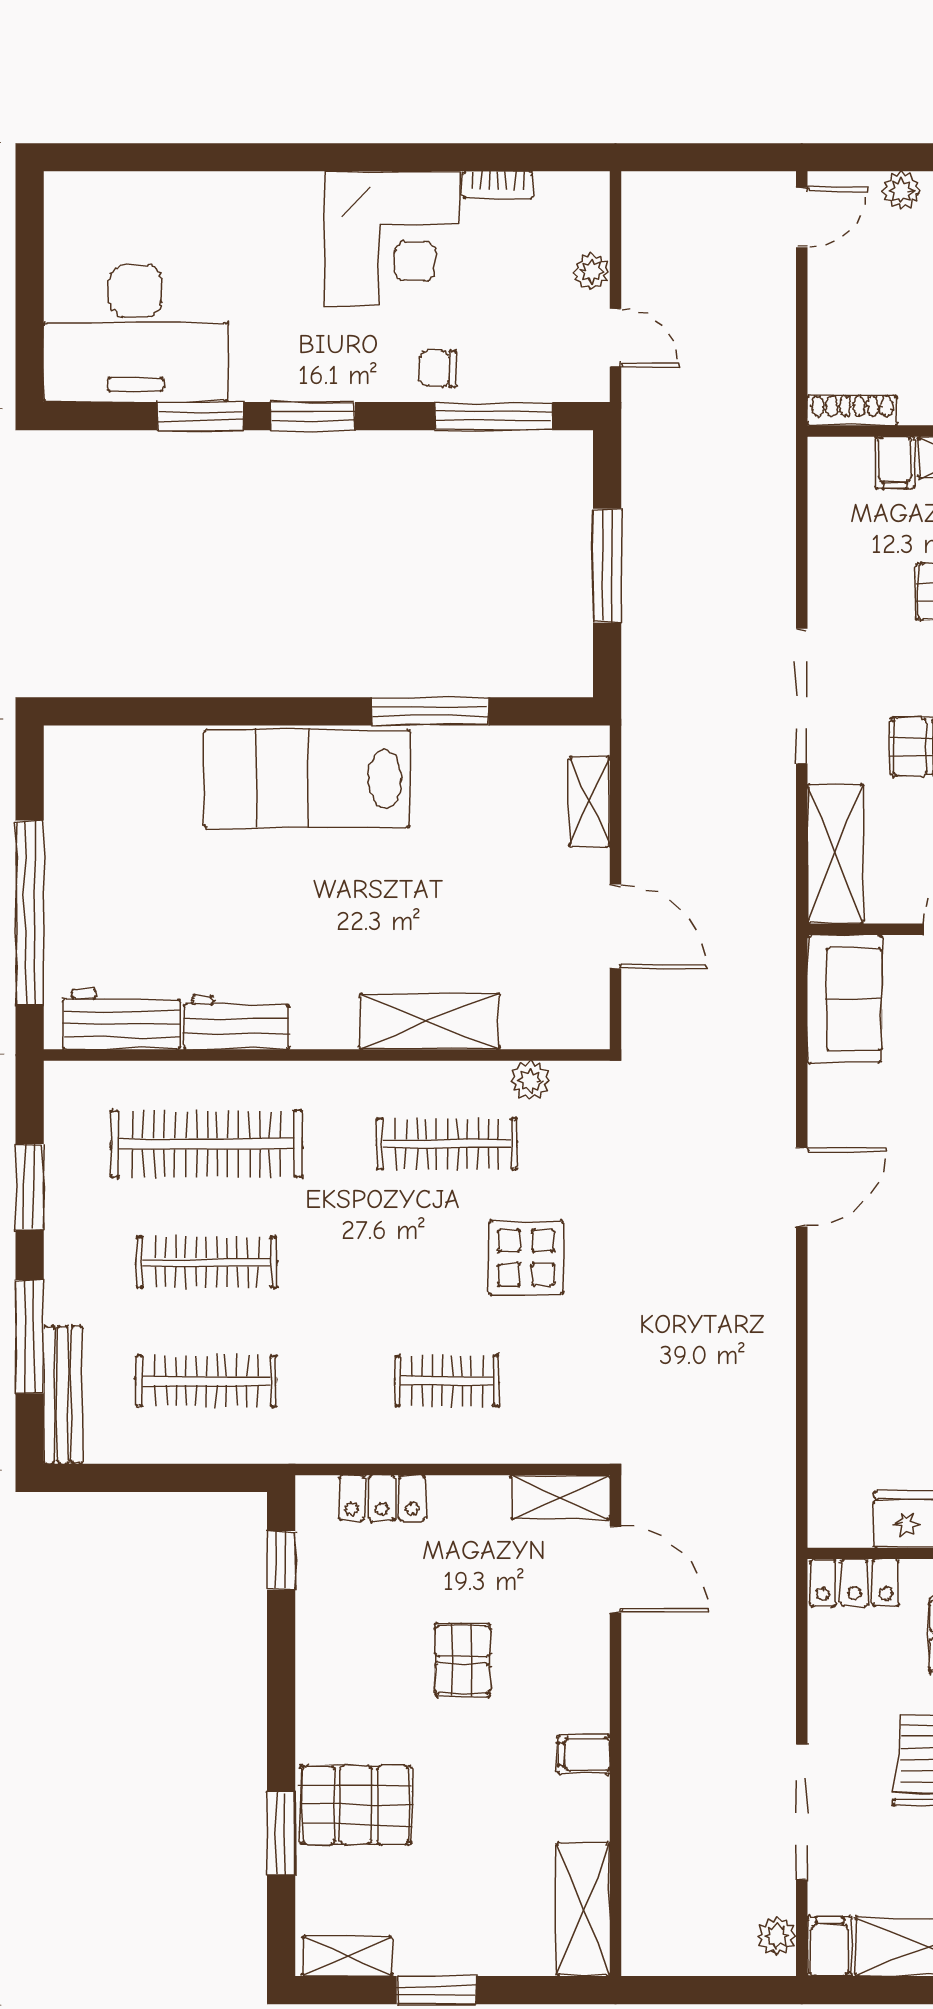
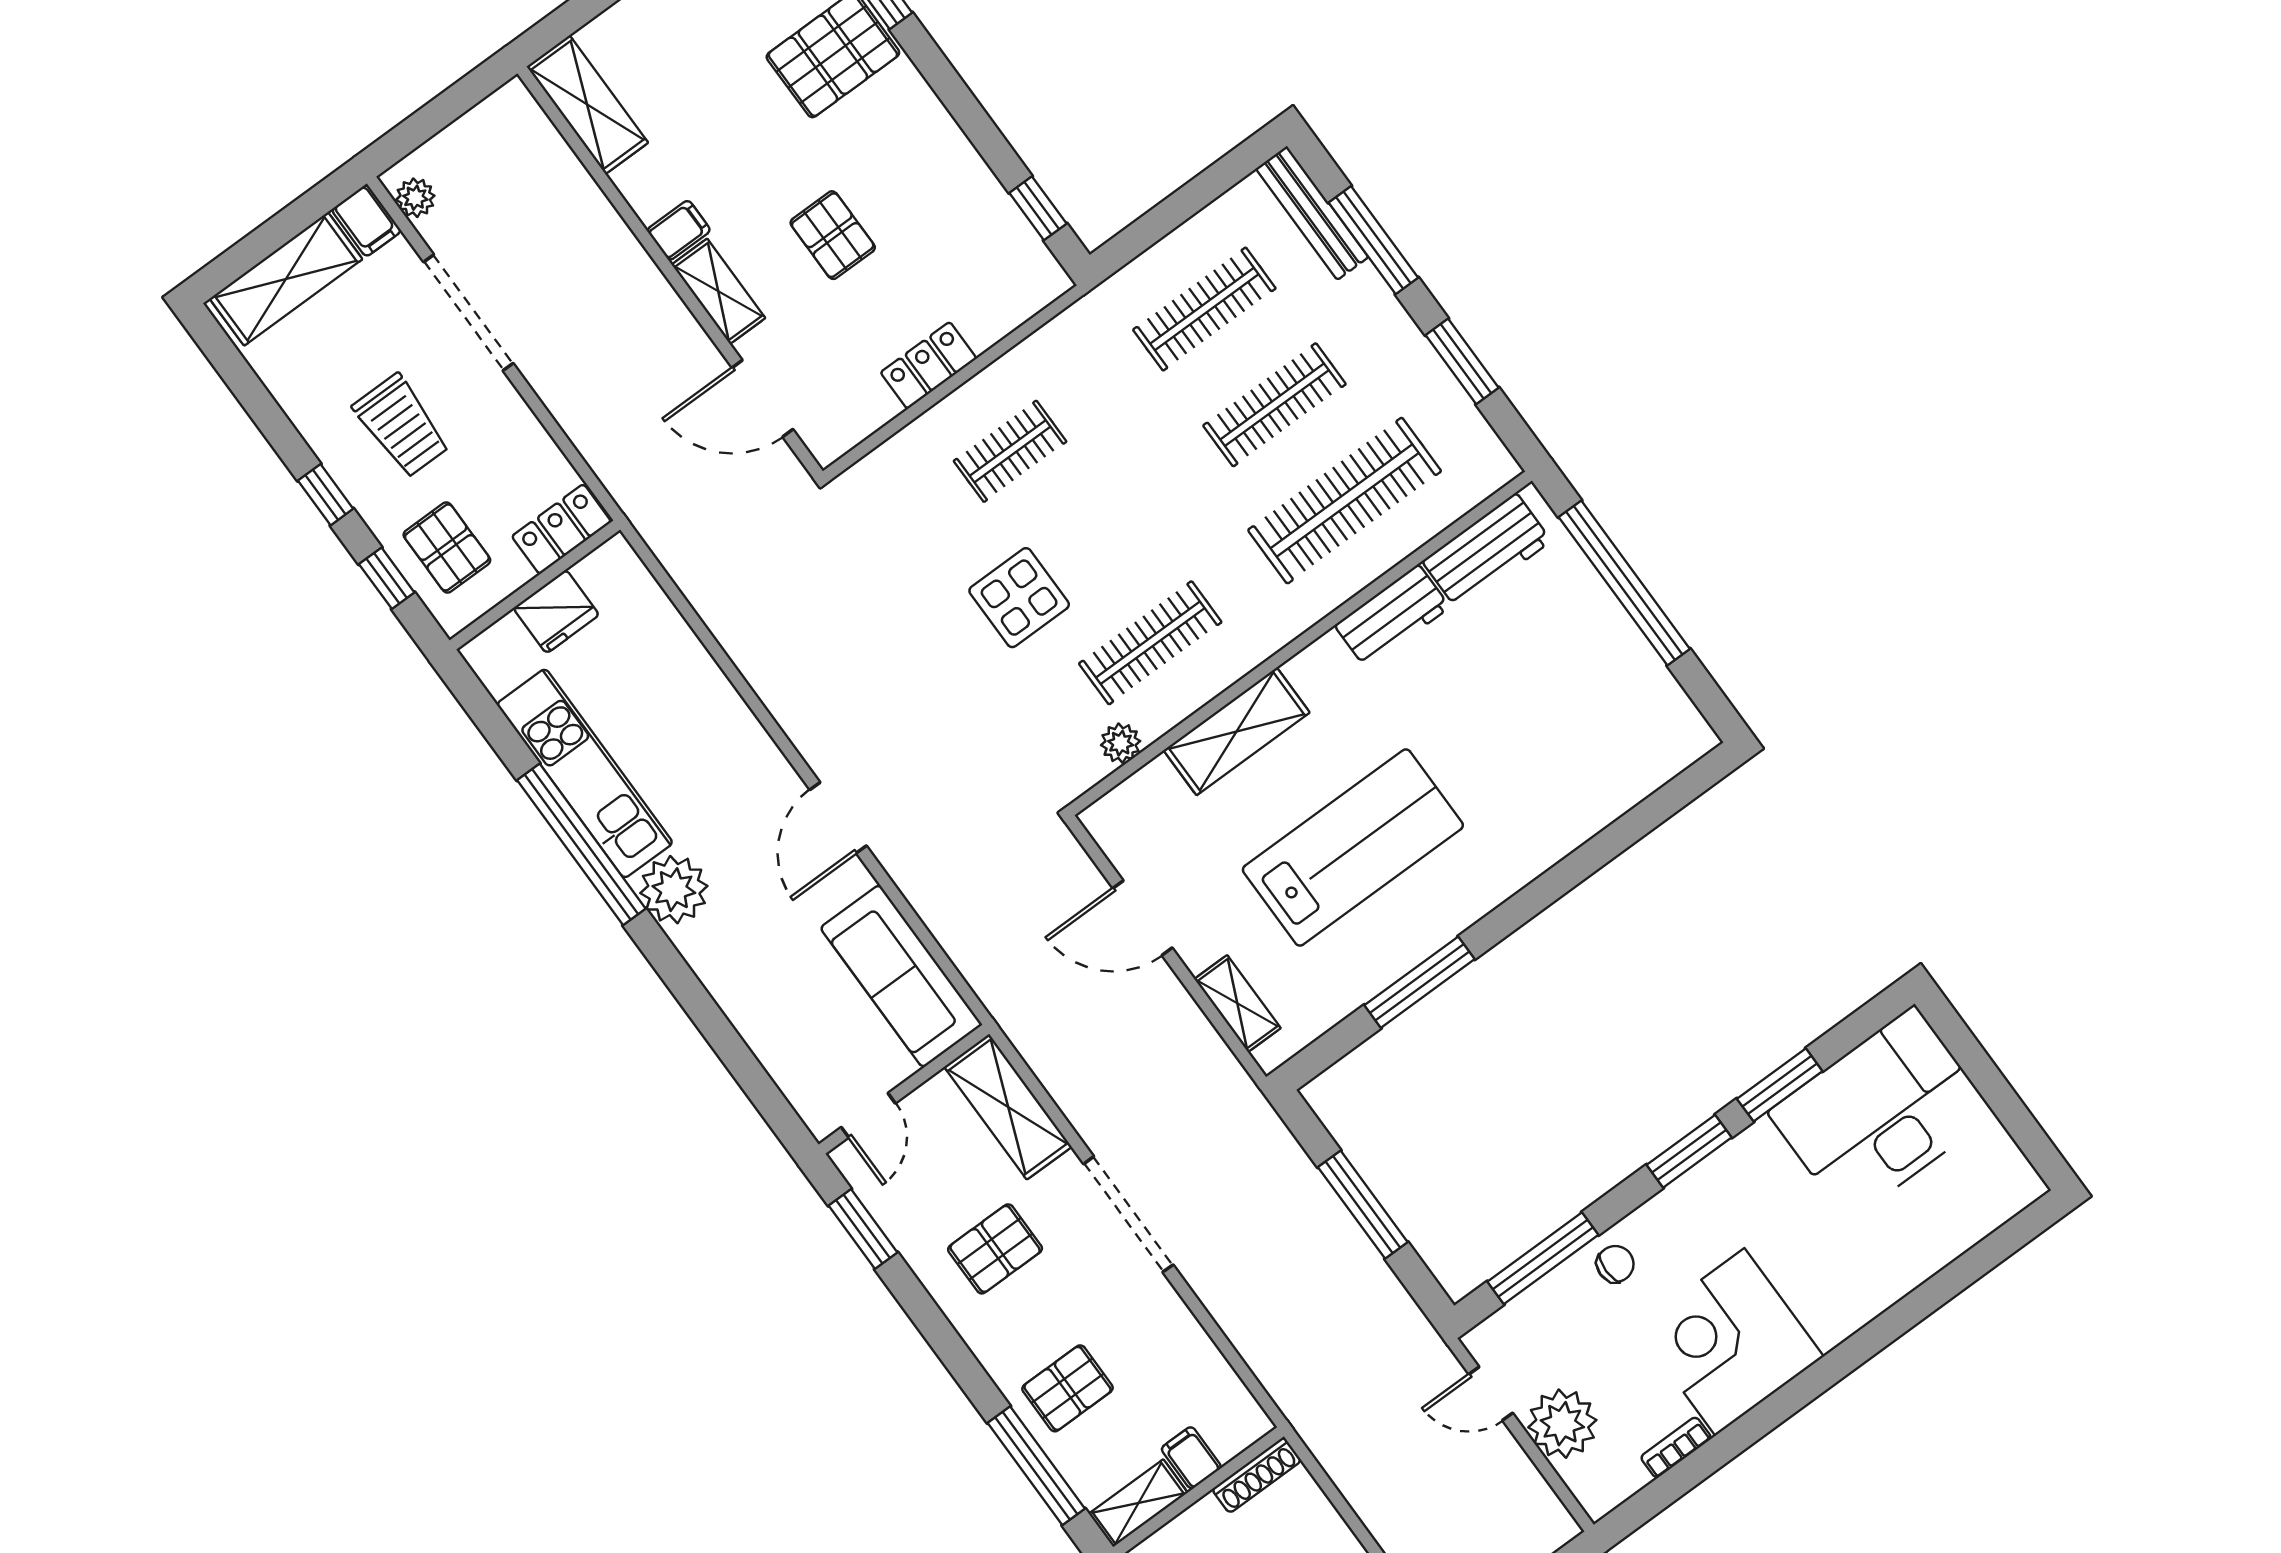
plant: (592, 271) -> (1562, 1424), width x1.88, depth x1.88
lab bench: (307, 779) -> (1353, 848), moved
sofa: (844, 999) -> (901, 976), width x1.36
shelving: (561, 1497) -> (718, 291), moved, turned 90
locker: (382, 1498) -> (929, 365), moved

